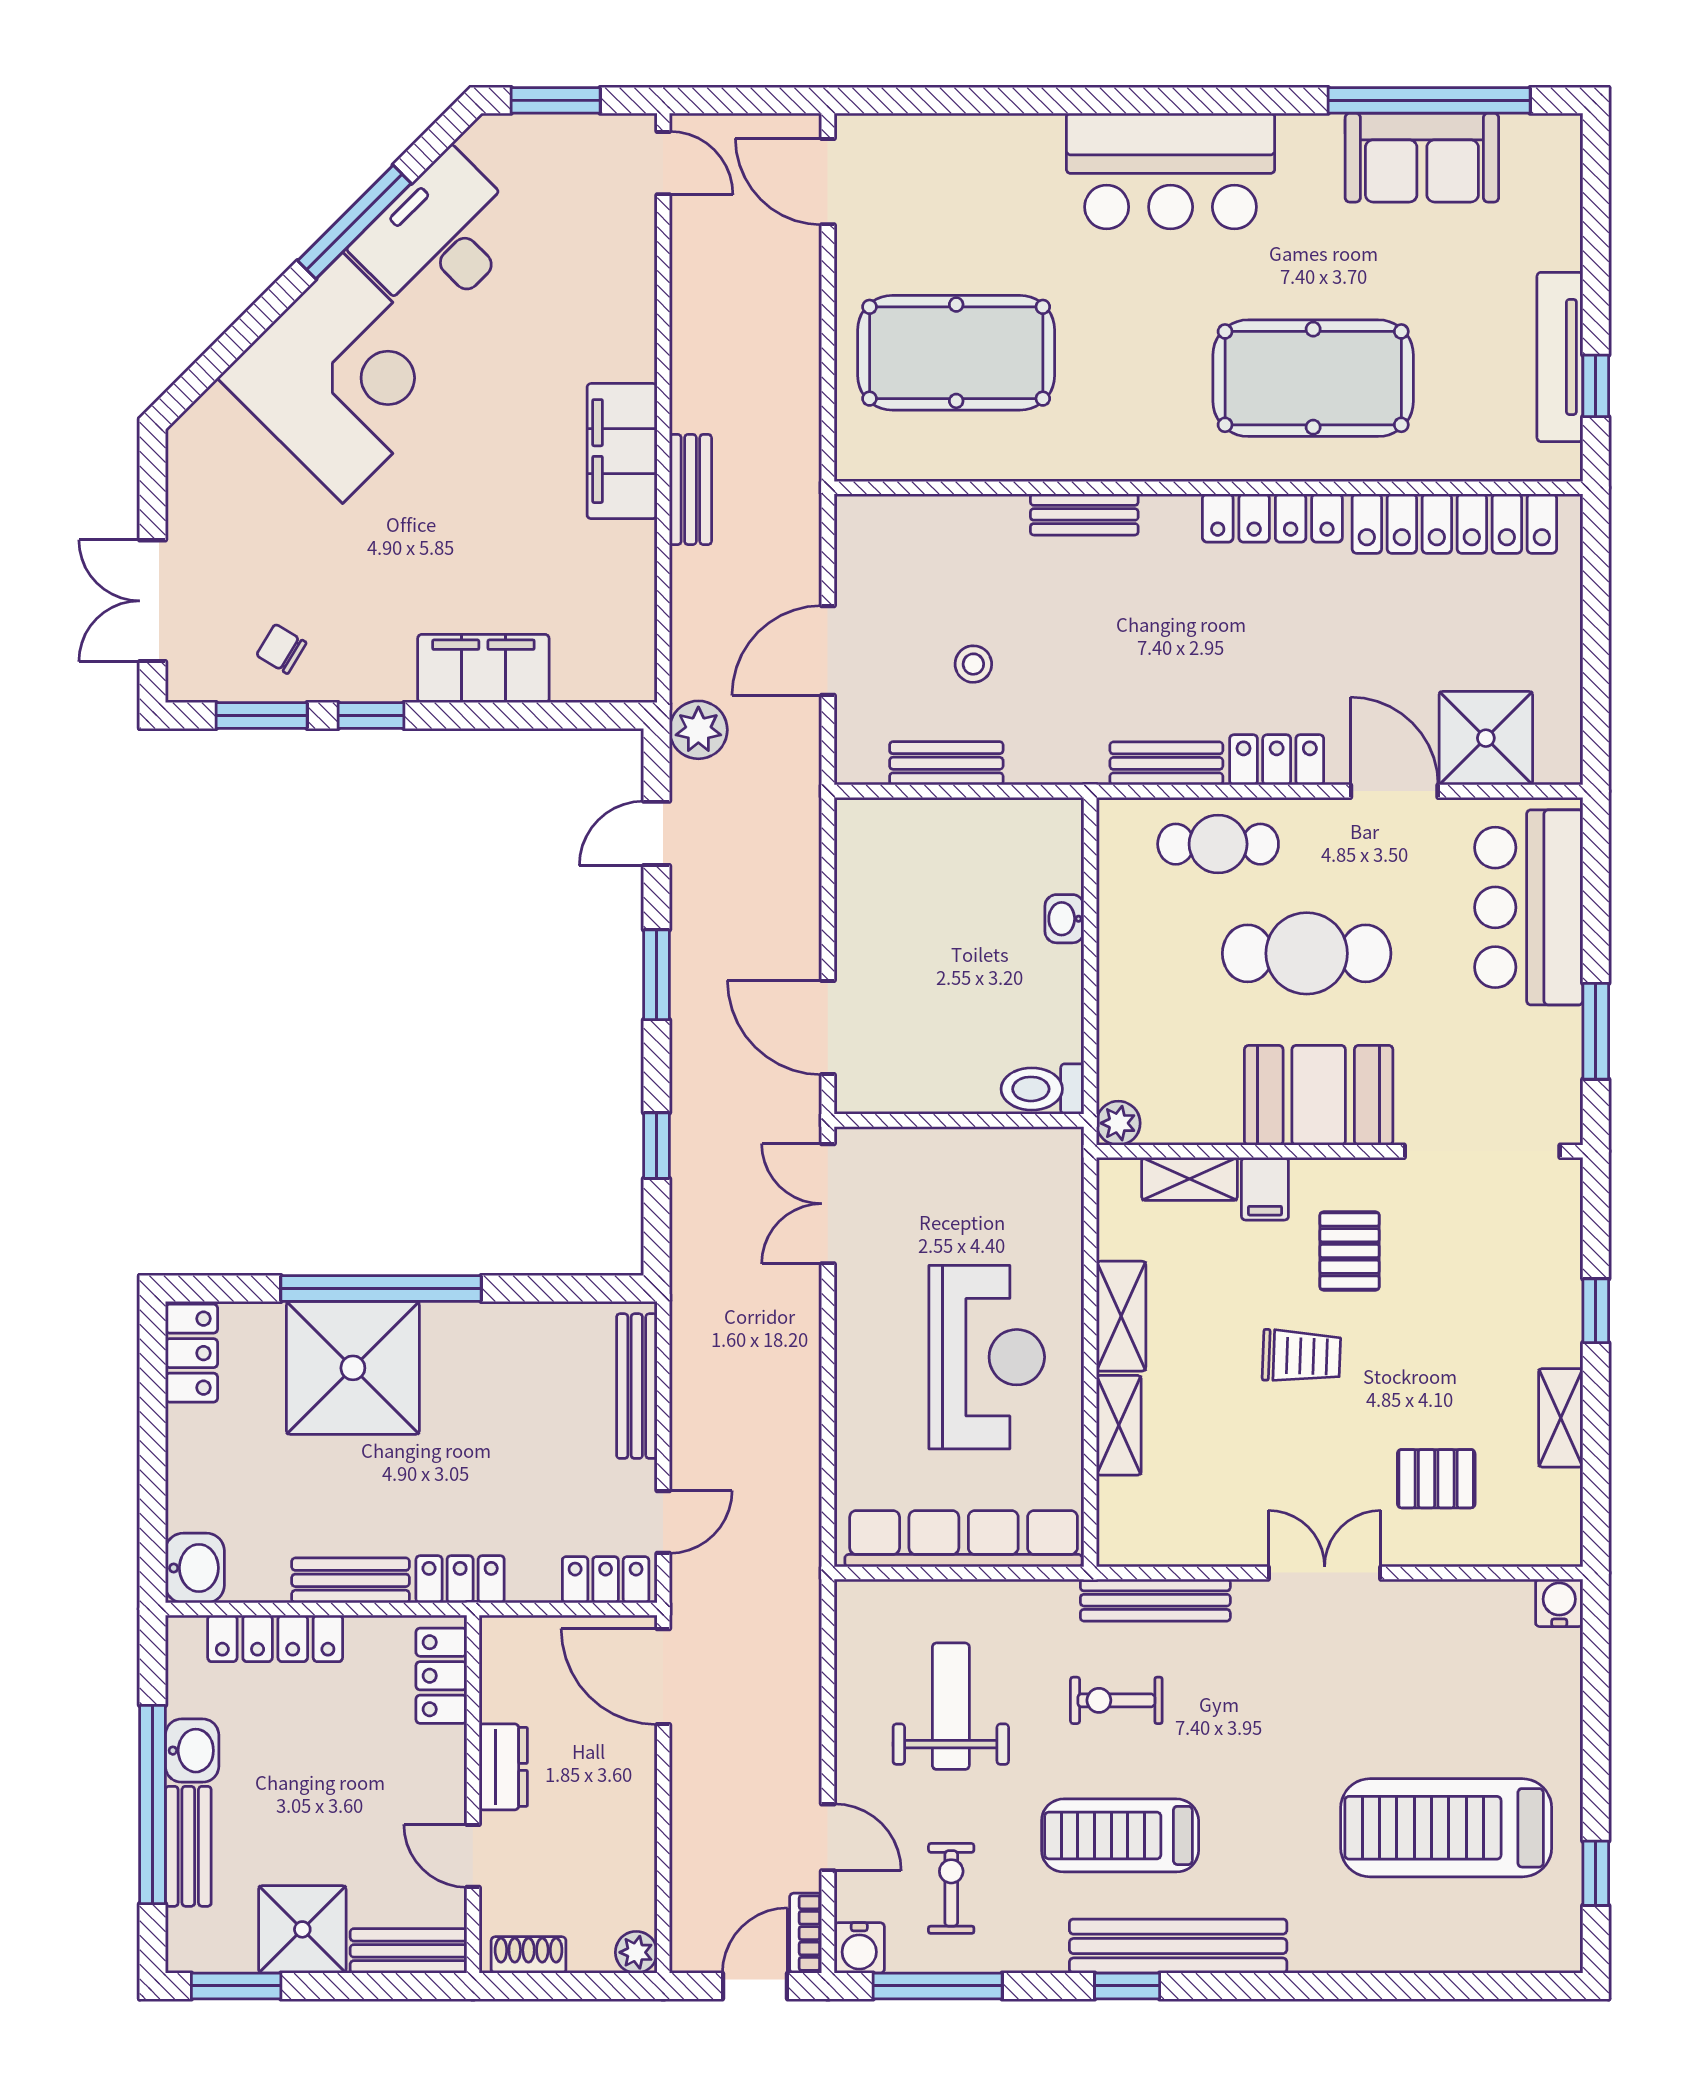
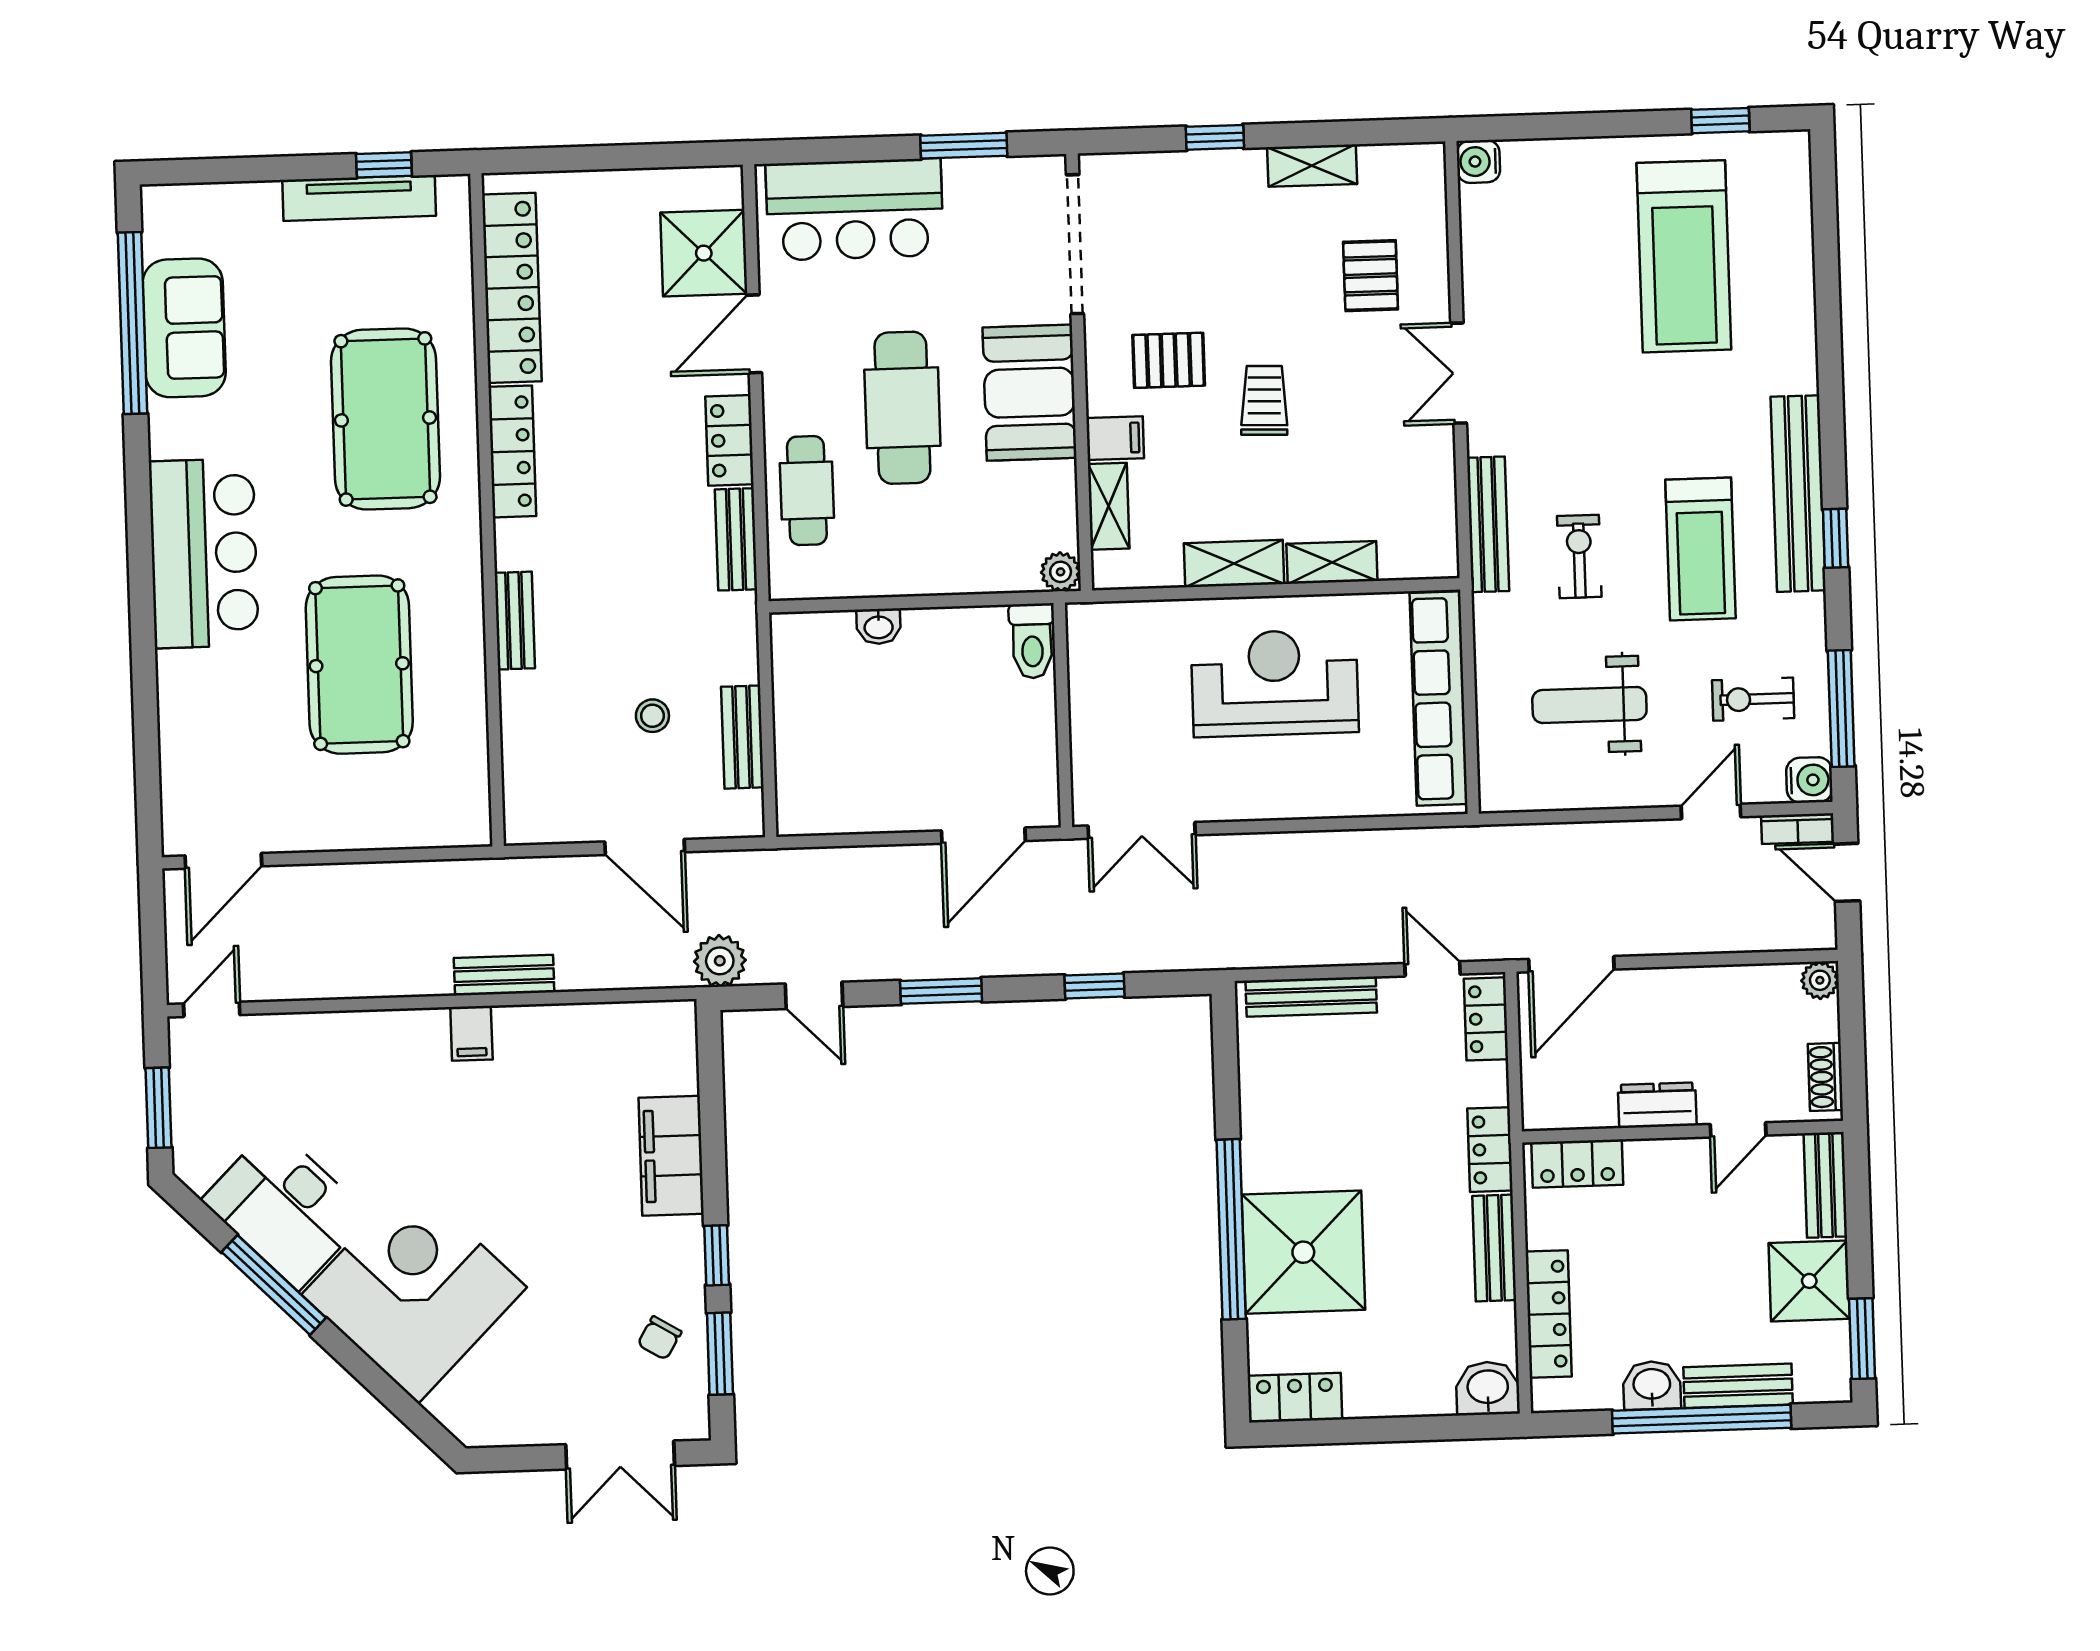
pool table: (956, 353) -> (359, 665), moved
filing cabinet: (622, 451) -> (471, 1033), width x0.33, depth x0.86
exercise bike: (1116, 1700) -> (1579, 556), turned 180

